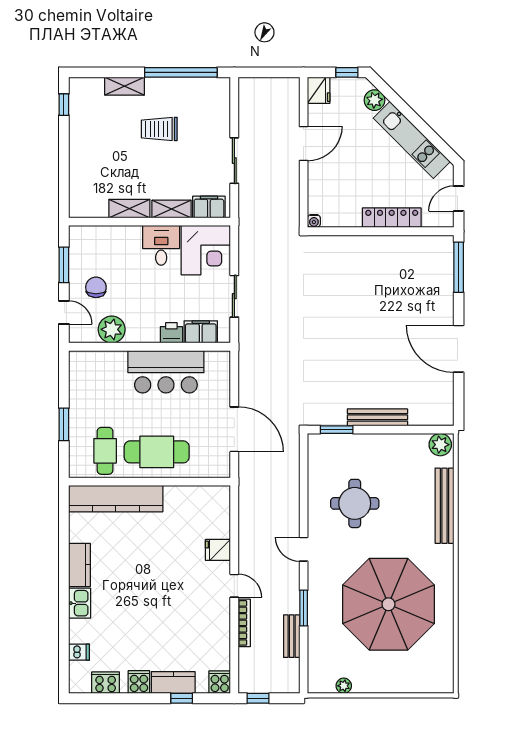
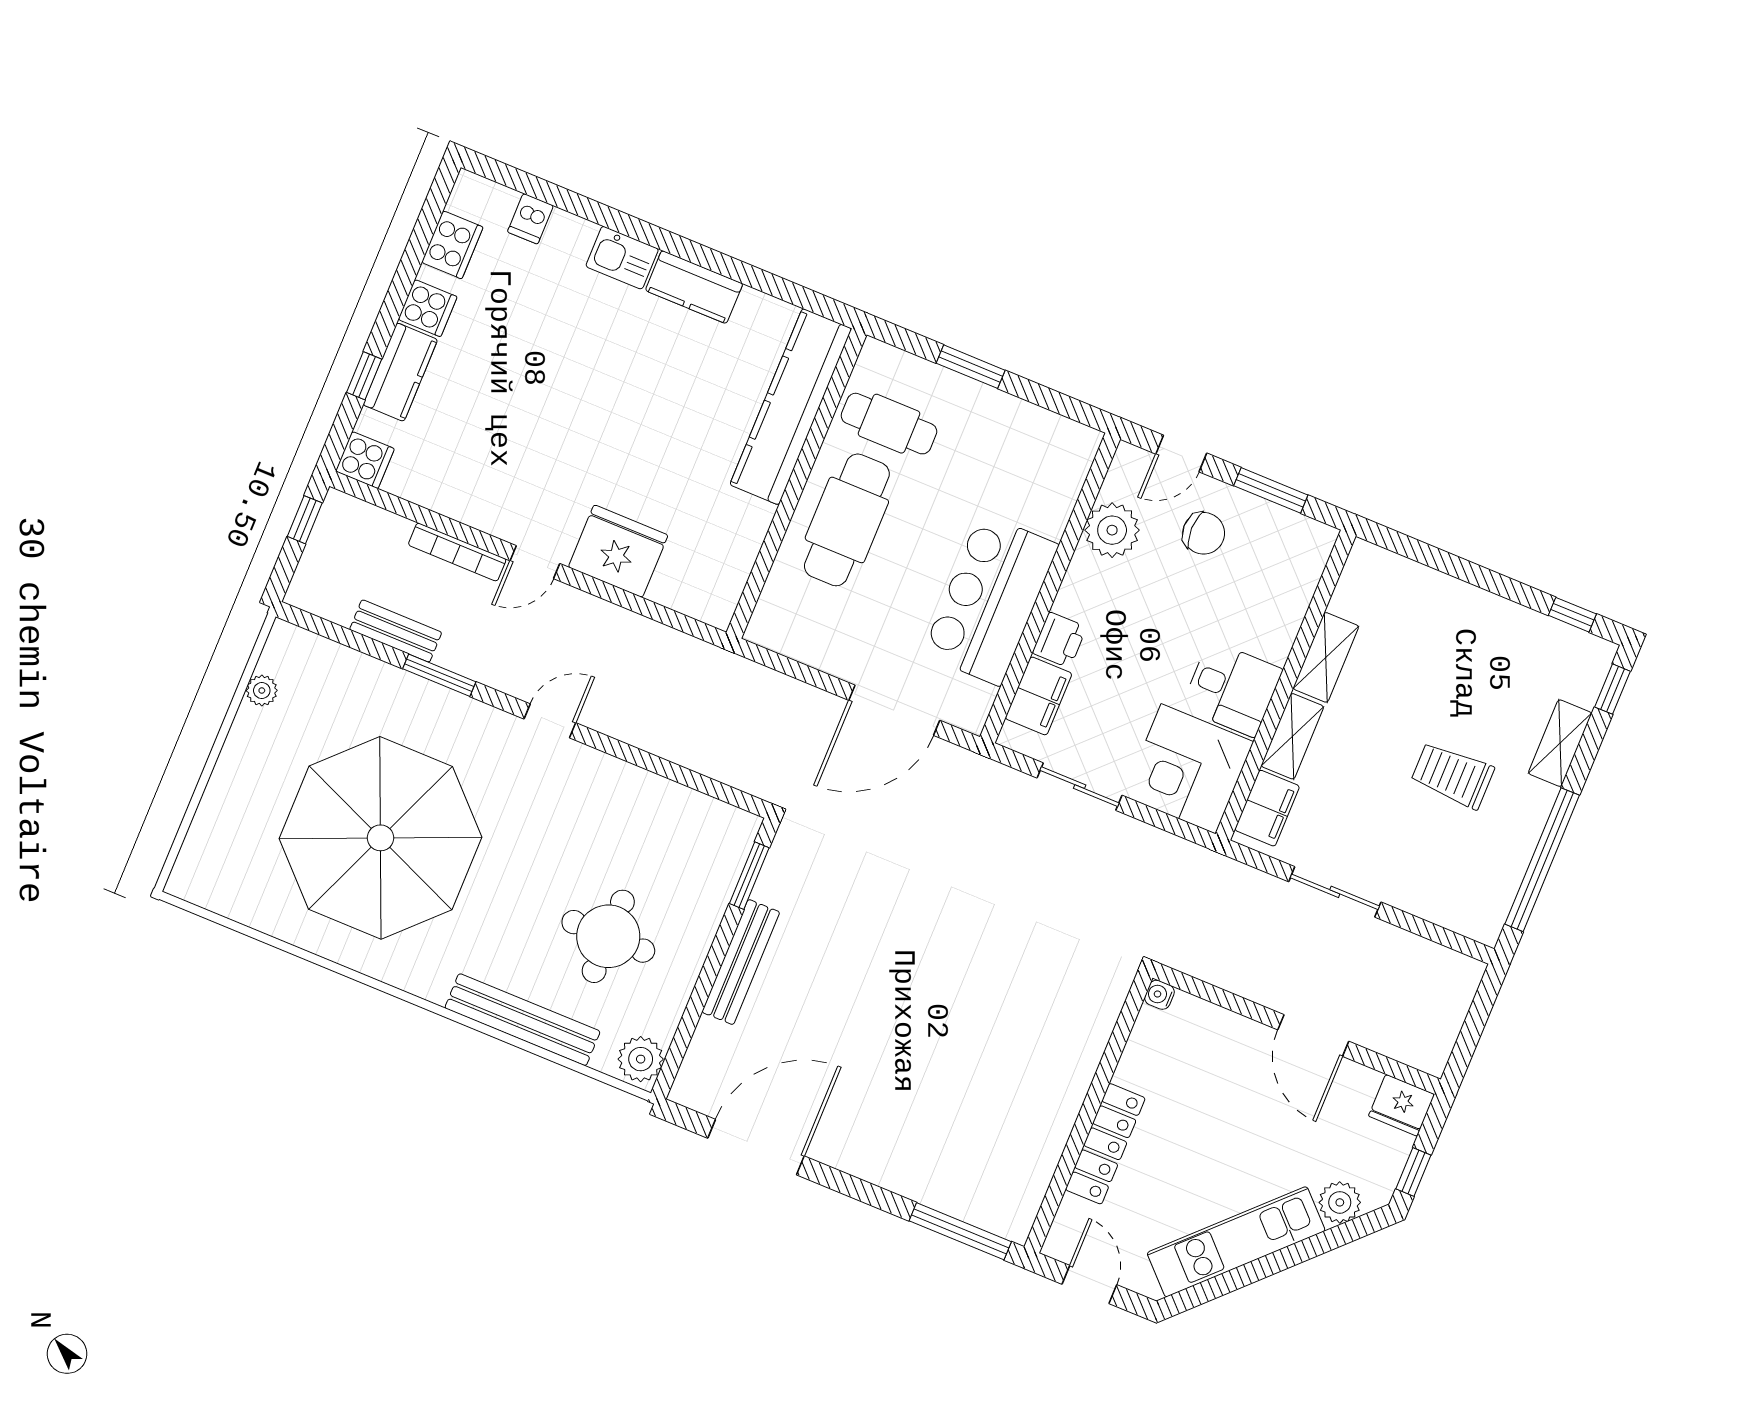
window: (90, 72) -> (1612, 689), added
trolley: (159, 129) -> (1452, 775), turned -90
door: (459, 349) -> (756, 1147), moved
door: (234, 429) -> (894, 710), moved
round table: (355, 503) -> (608, 936), moved
fridge: (218, 550) -> (618, 551), width x1.88, depth x1.34

